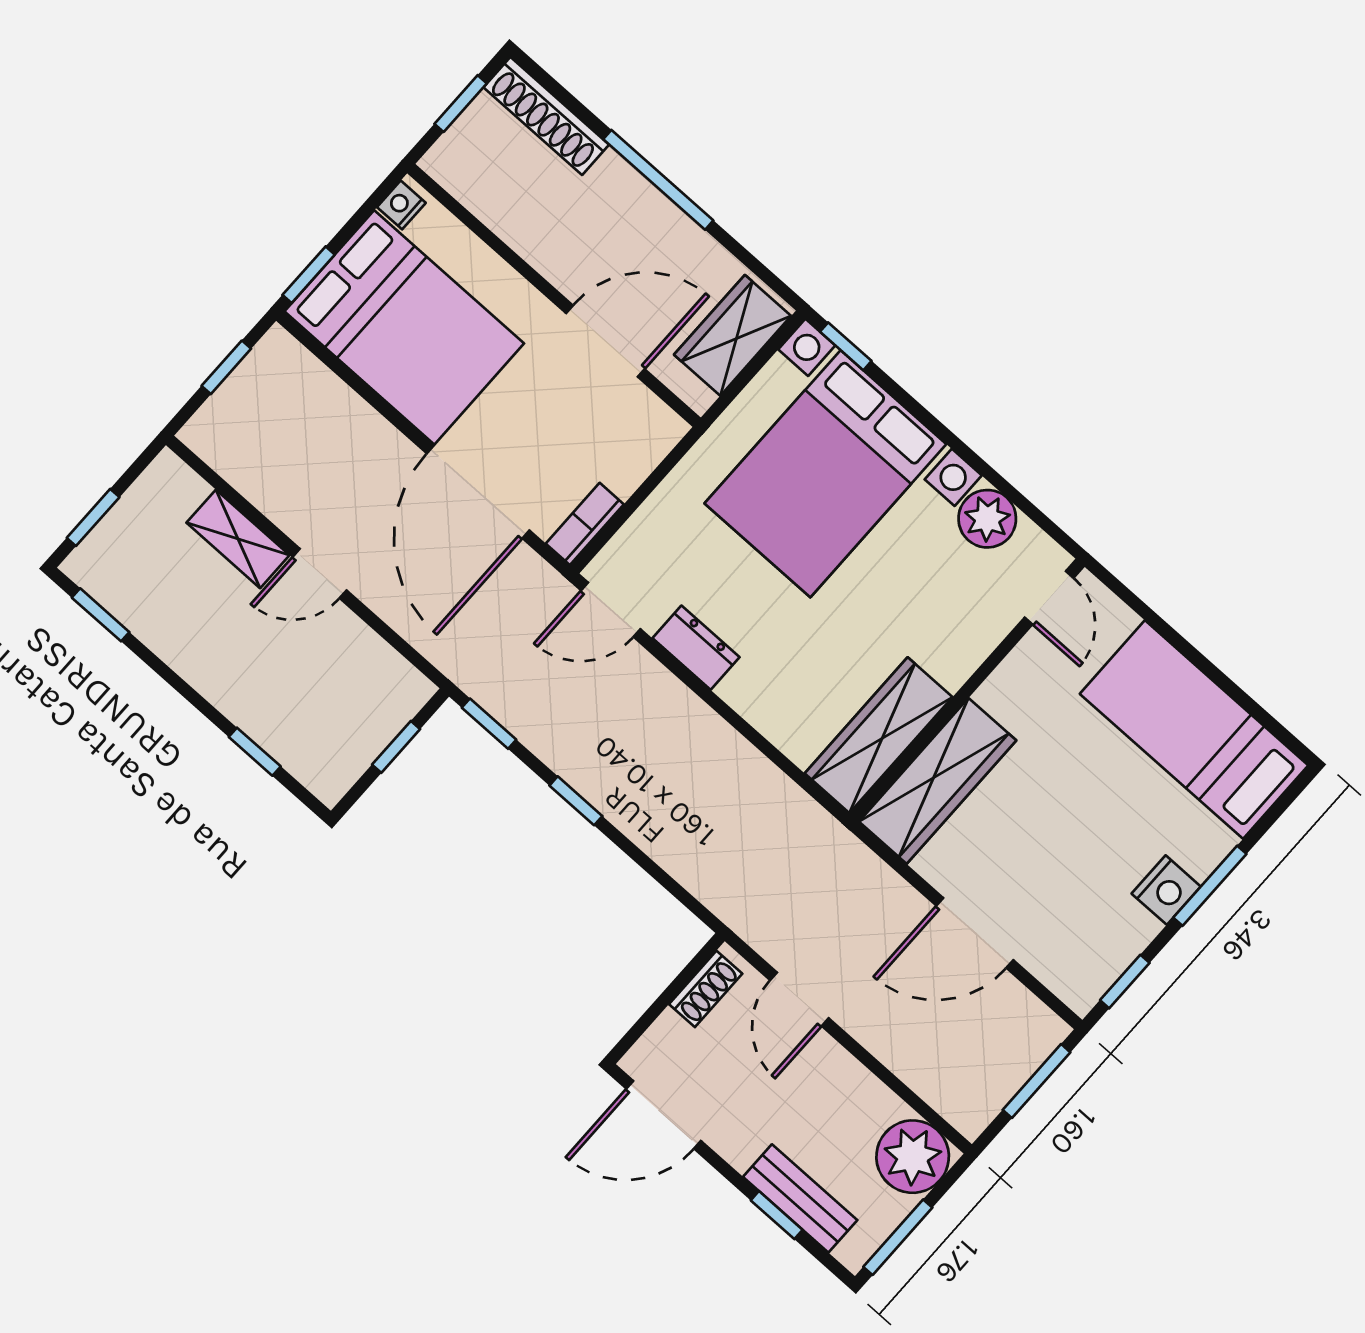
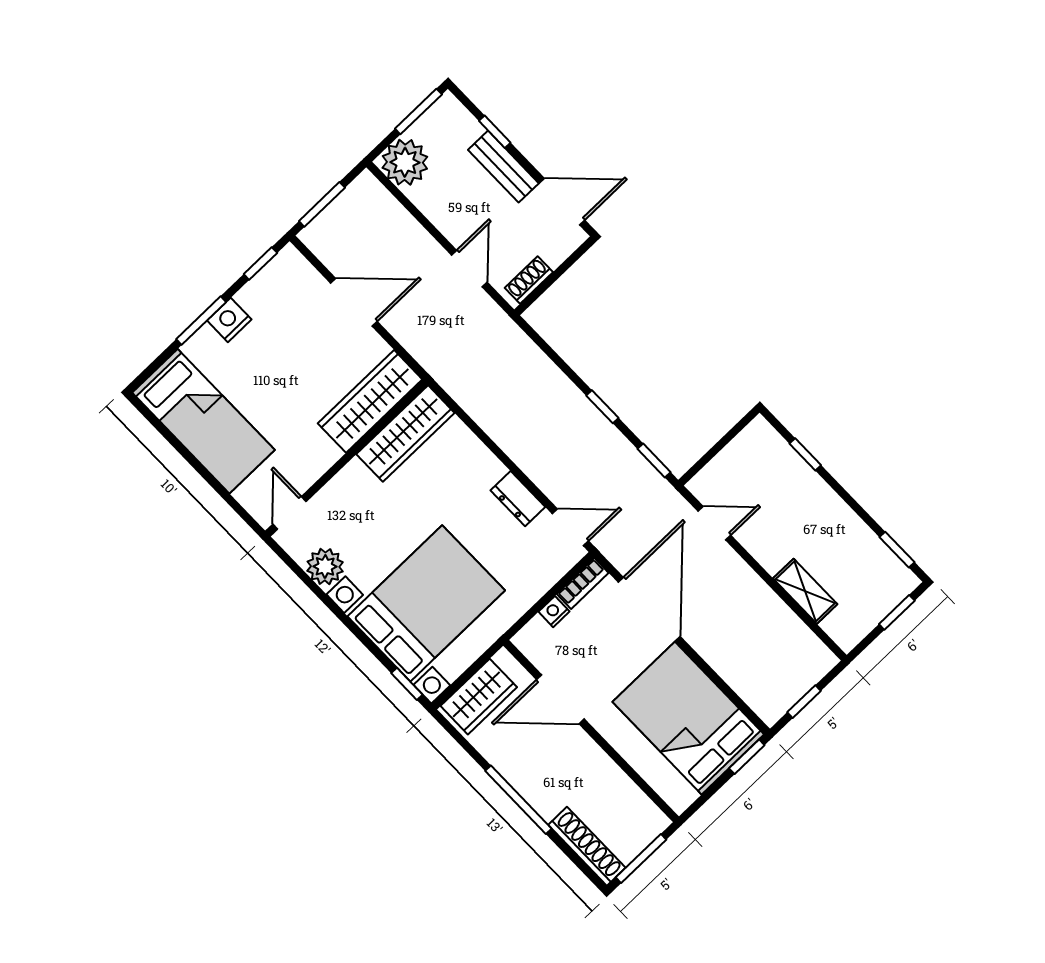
window: (461, 104) -> (641, 858), width x1.50
nightstand: (401, 205) -> (554, 612), moved, turned 180
door: (320, 573) -> (714, 523), moved
window: (396, 747) -> (715, 450), removed
bench: (800, 1198) -> (503, 167), moved

